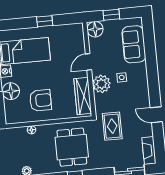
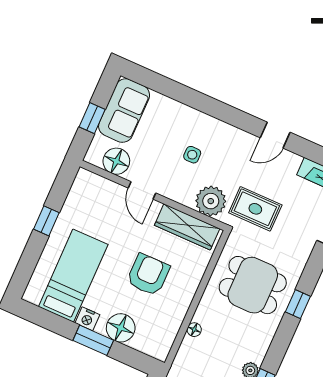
floor lamp: (95, 29) -> (116, 161), moved
sofa: (134, 44) -> (124, 111), moved, turned -90
plant: (101, 84) -> (211, 201), moved
armchair: (41, 100) -> (148, 275), moved

